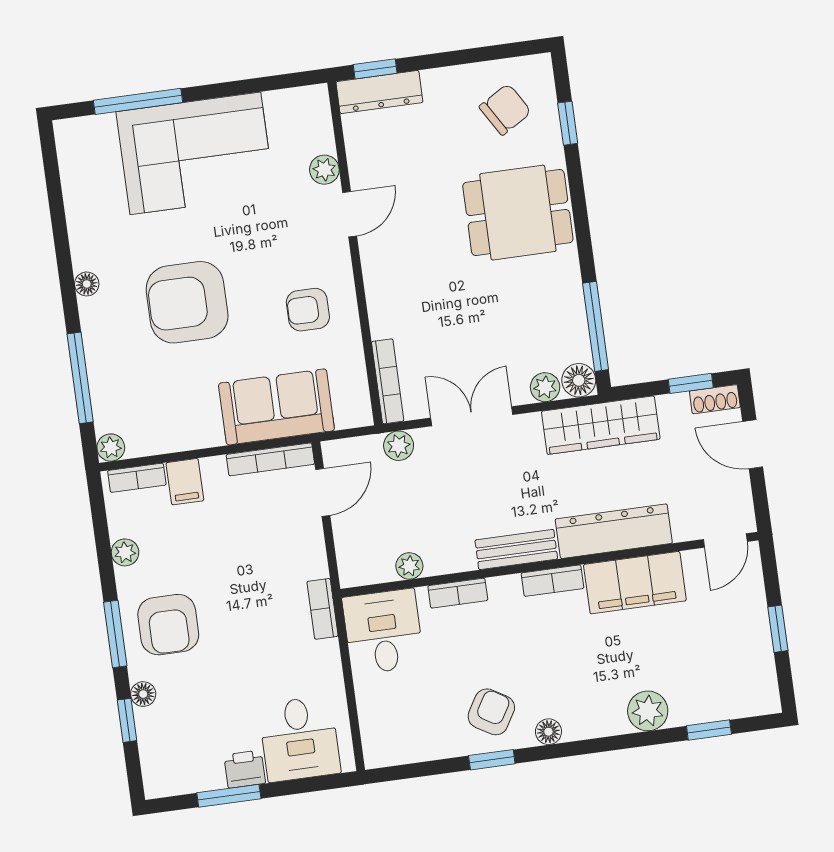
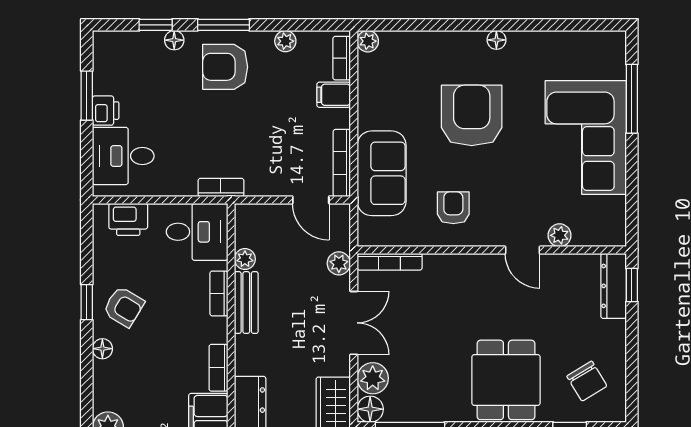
window: (80, 378) -> (425, 25), removed
plant: (545, 387) -> (373, 378), width x1.38, depth x1.38
bench: (516, 550) -> (246, 303), moved
printer: (379, 721) -> (128, 219), added

